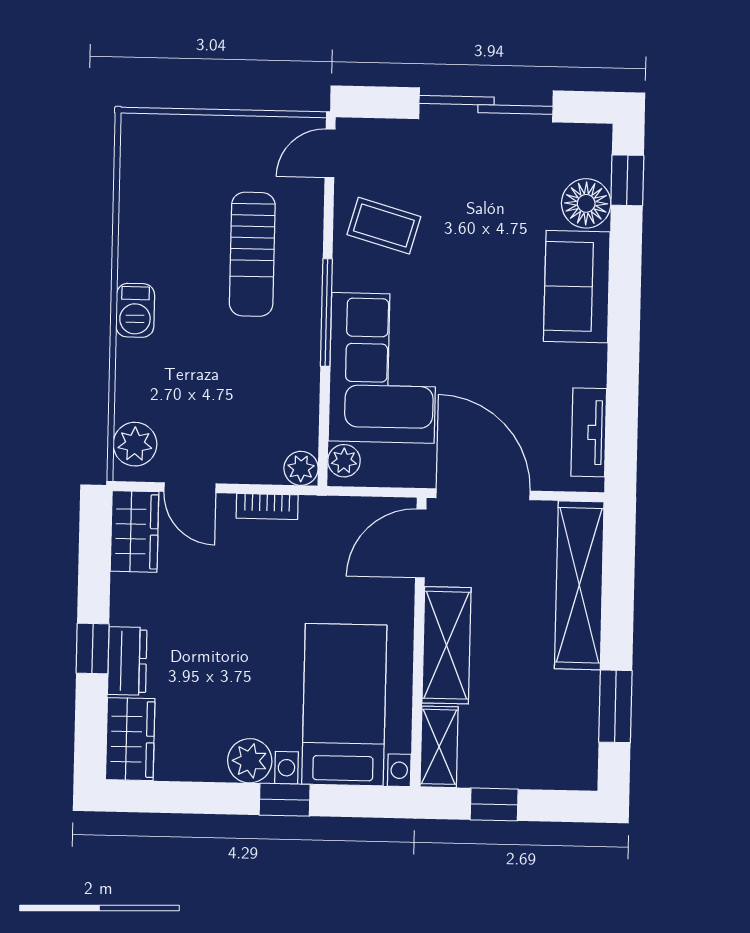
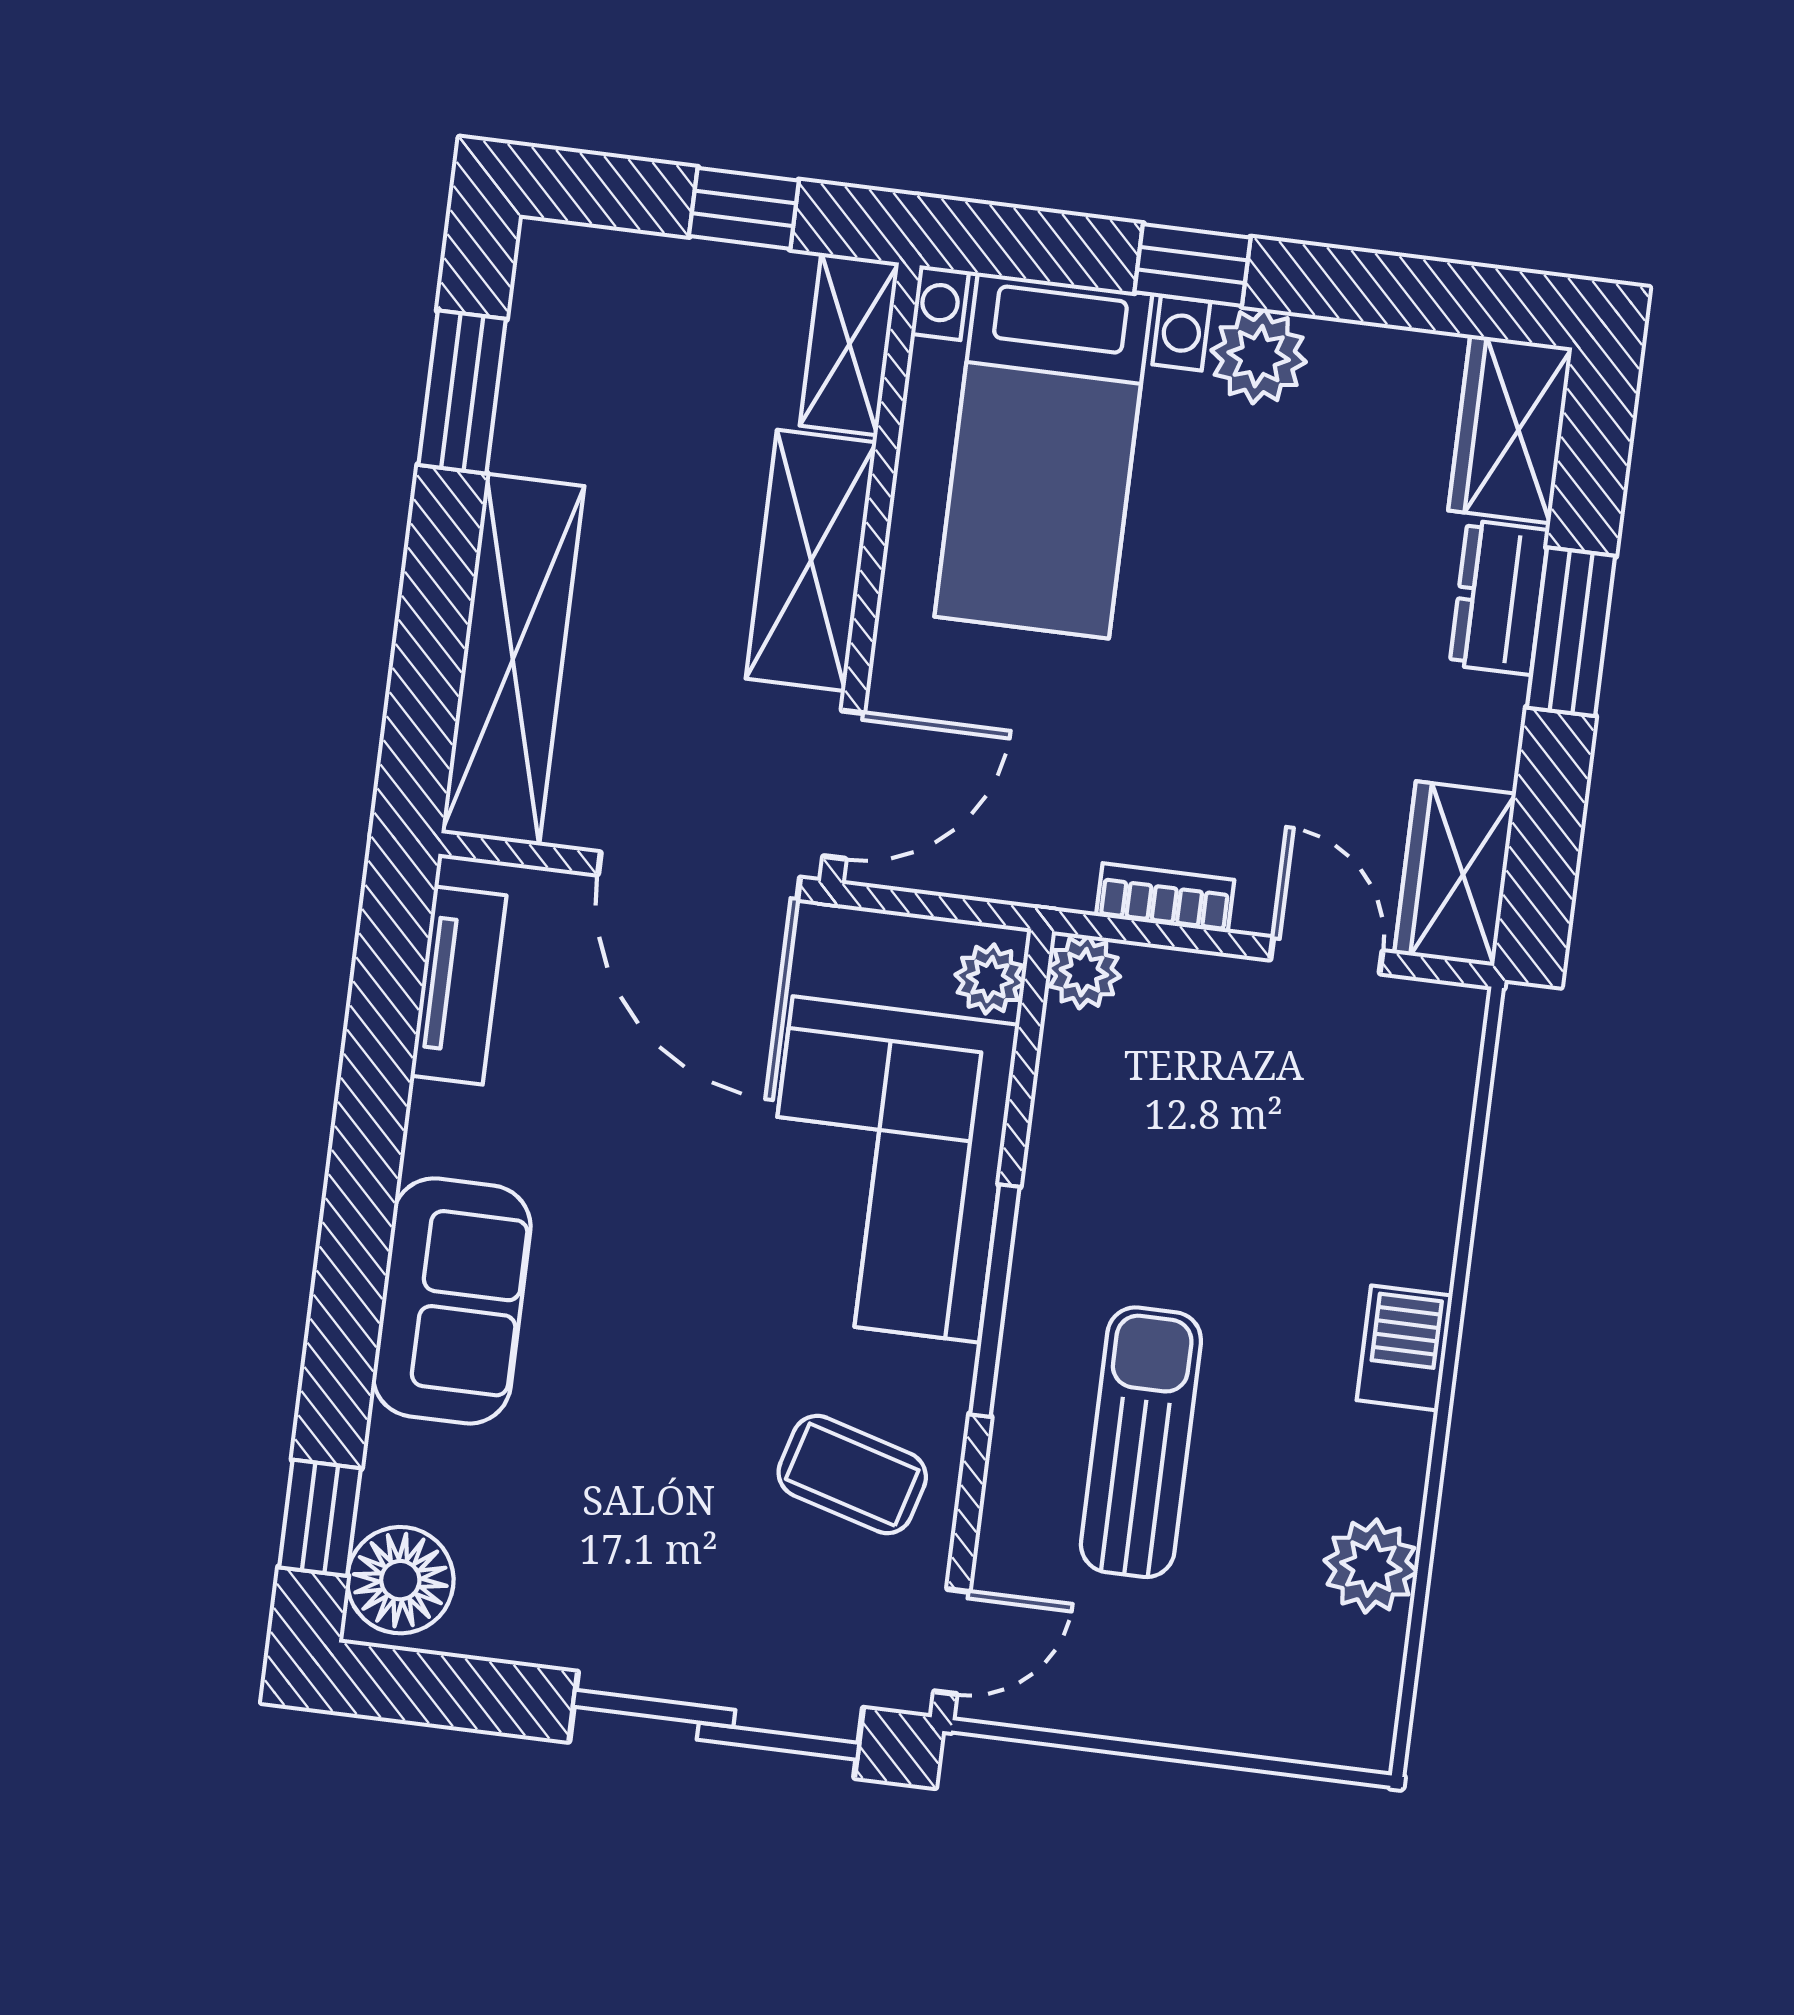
sliding door: (486, 105) -> (716, 1725), moved
floor lamp: (586, 203) -> (400, 1580), moved
plant: (135, 444) -> (1371, 1566), moved
window: (93, 649) -> (1571, 632), width x1.50

